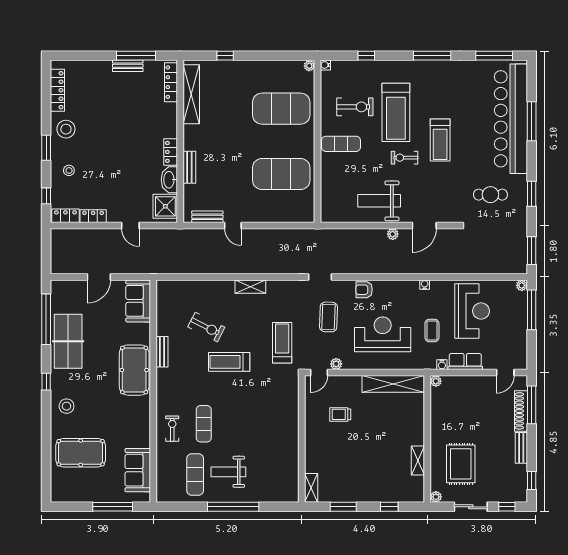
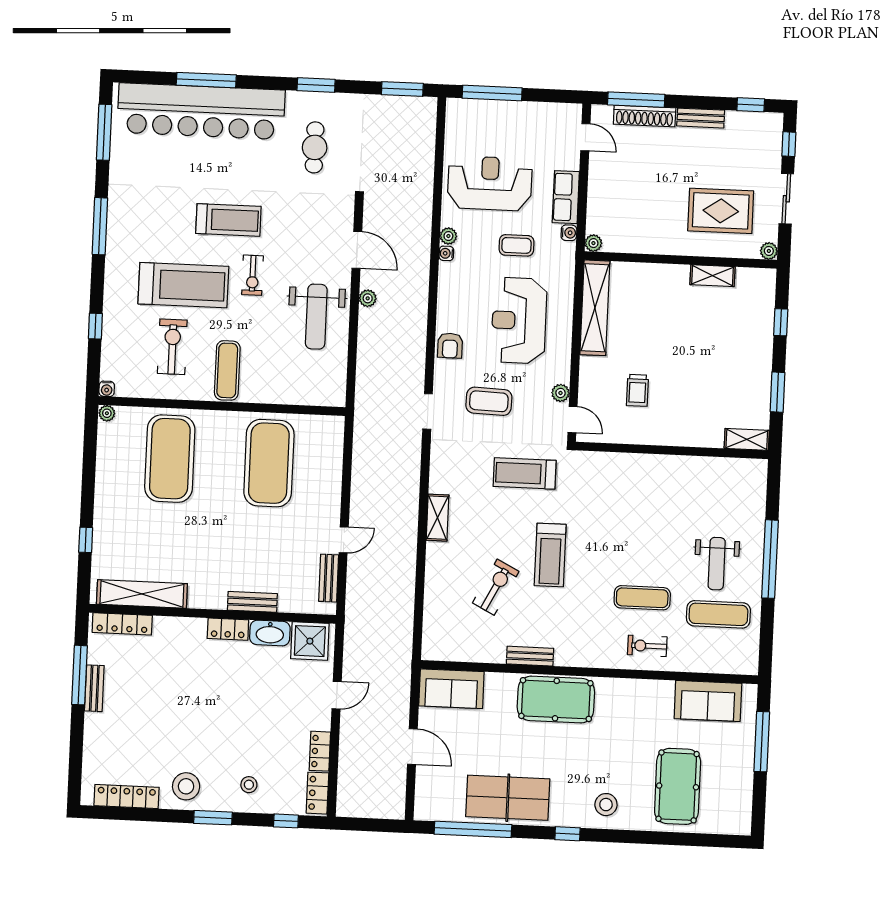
plant: (522, 285) -> (448, 236), moved

